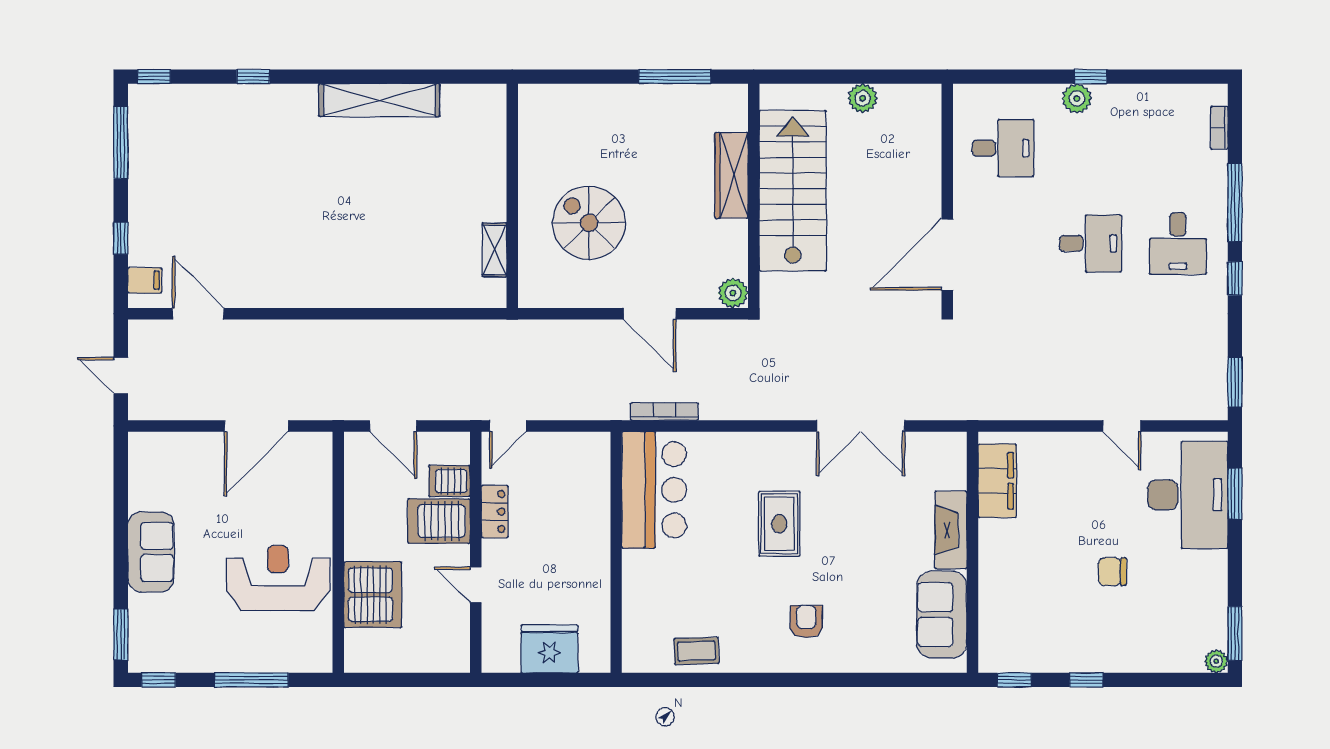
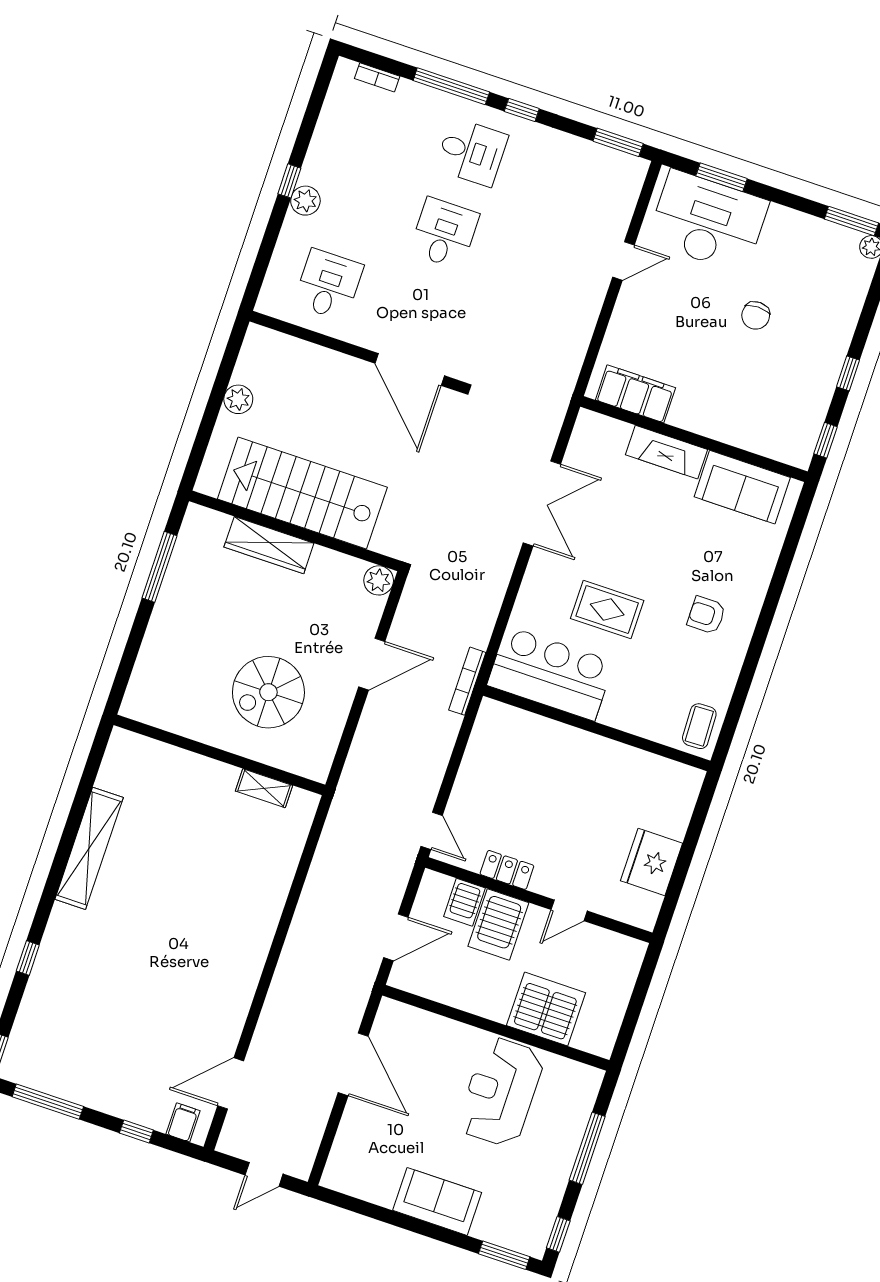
bar counter: (654, 490) -> (551, 673), moved
wall: (616, 552) -> (597, 728), moved

